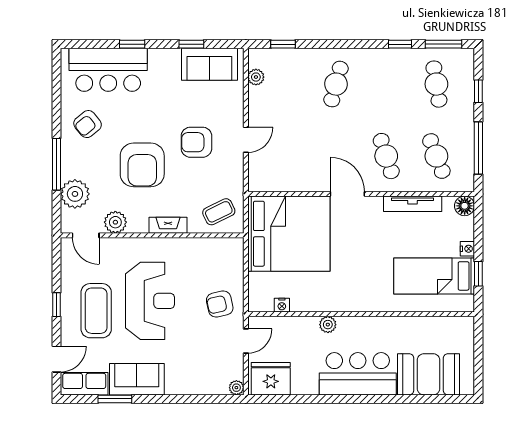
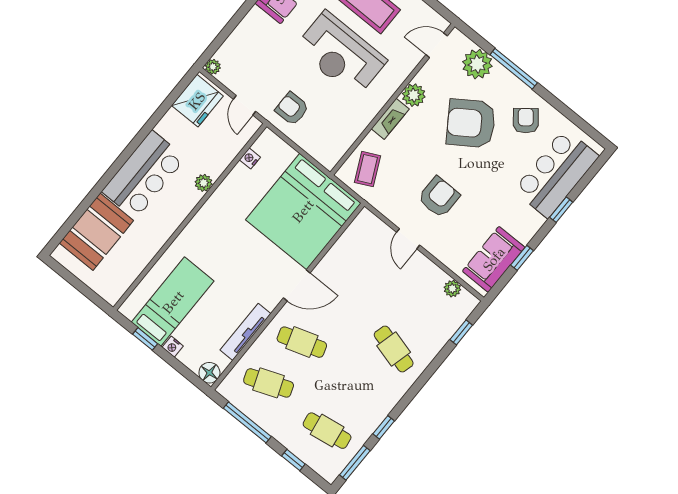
armchair: (142, 165) -> (471, 123), moved, turned -34
plant: (115, 222) -> (414, 95), moved
armchair: (220, 304) -> (292, 109), turned -77

